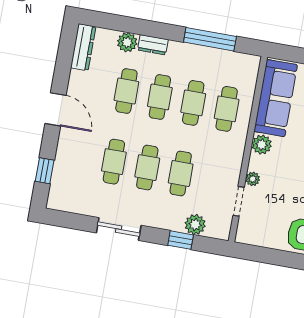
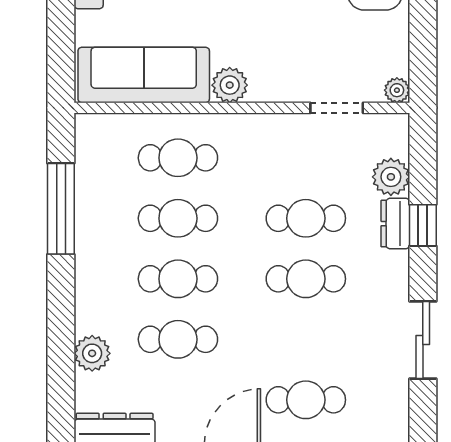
dresser: (153, 45) -> (395, 224), moved, turned 180
cafe table: (114, 162) -> (306, 400), moved
plant: (253, 179) -> (397, 90), moved
sliding door: (119, 229) -> (423, 340), moved
window: (181, 240) -> (423, 225), moved

